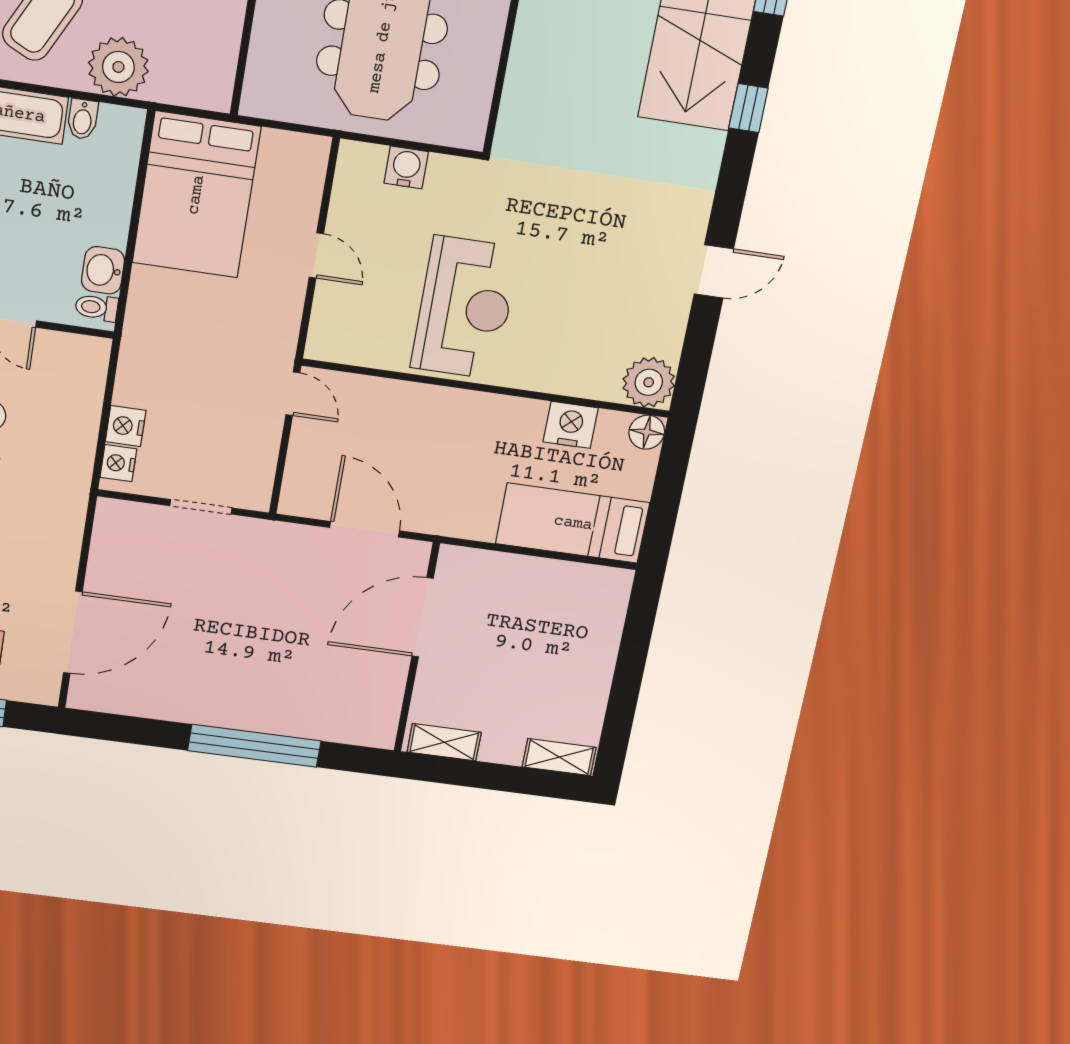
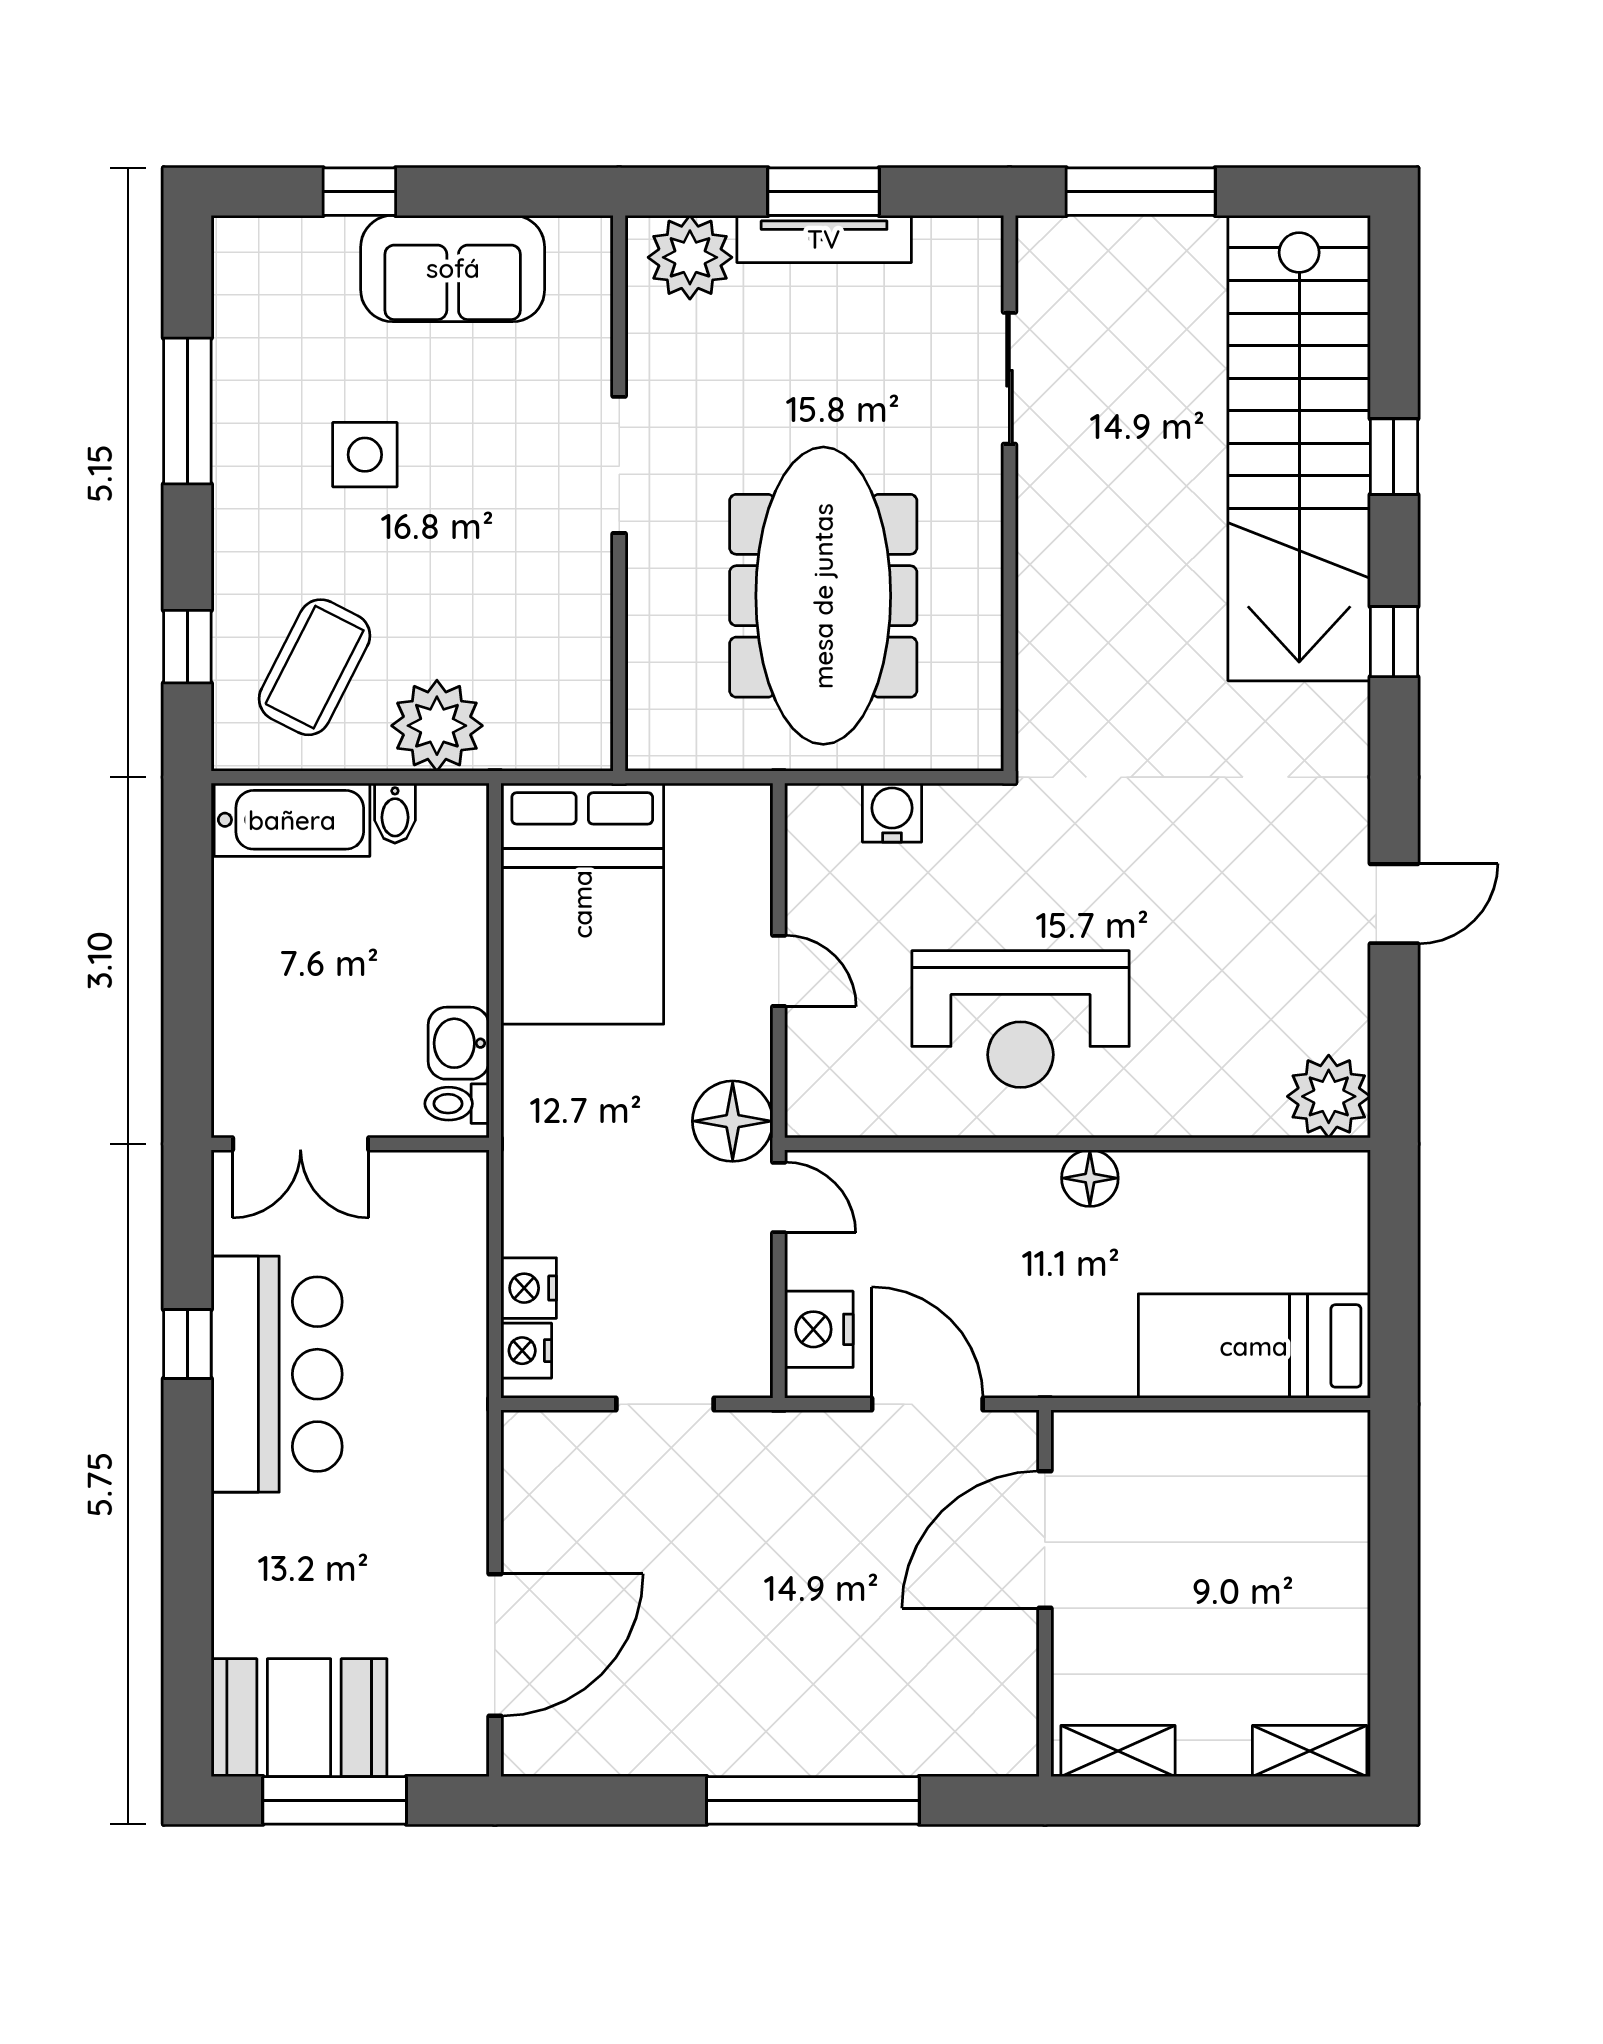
reception desk: (465, 308) -> (1020, 1019), turned 90
floor lamp: (271, 344) -> (733, 1121), added
nightstand: (571, 425) -> (819, 1329), moved, turned -90
floor lamp: (647, 432) -> (1090, 1178), moved

